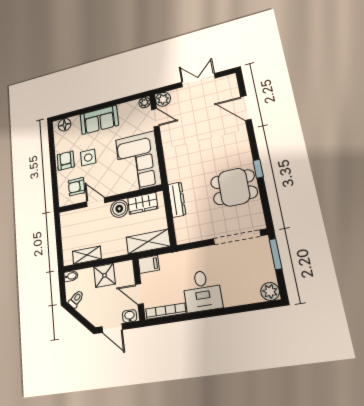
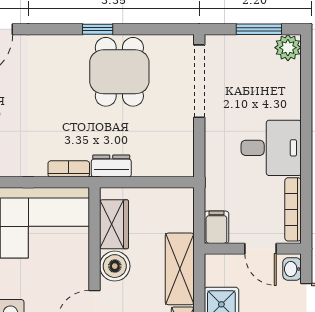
bookcase: (171, 171) -> (69, 169), added
dresser: (177, 200) -> (111, 166), width x0.70
shelving: (148, 242) -> (180, 269), moved
window: (275, 254) -> (259, 29), moved
door: (139, 294) -> (261, 249), hinge flipped

